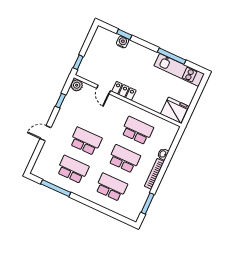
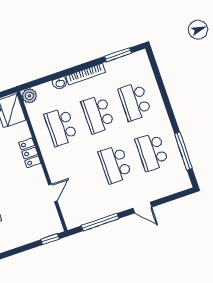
plant: (77, 85) -> (29, 96), moved
locker: (124, 91) -> (30, 153), moved
window: (61, 101) -> (100, 222), width x2.17

